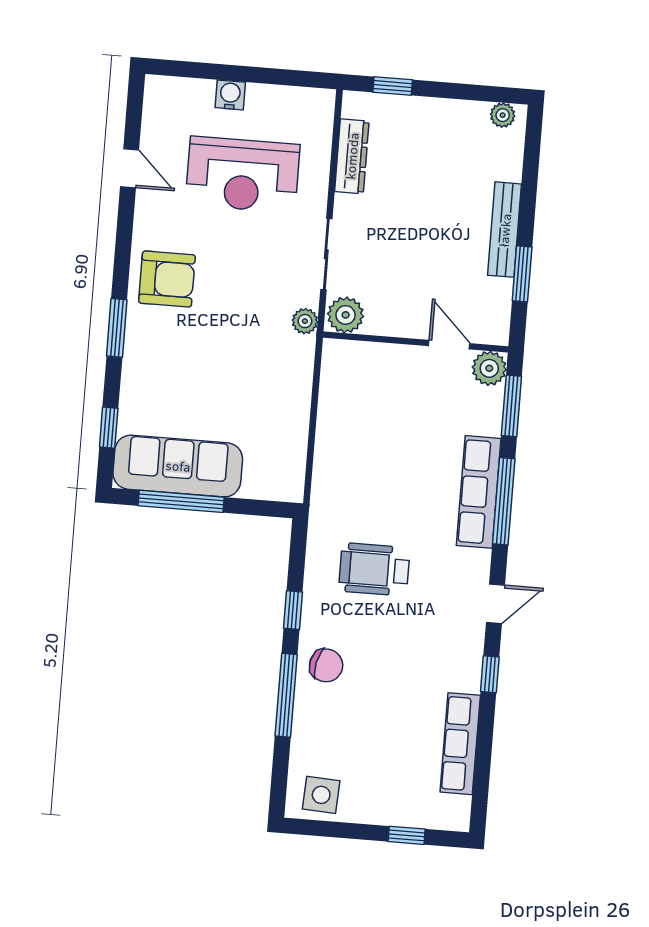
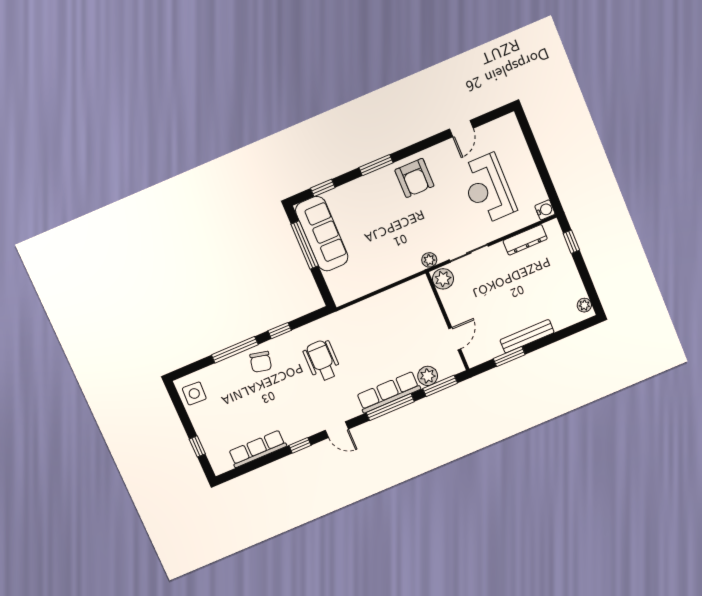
water cooler: (230, 95) -> (545, 210), moved
plant: (489, 368) -> (428, 376), moved

